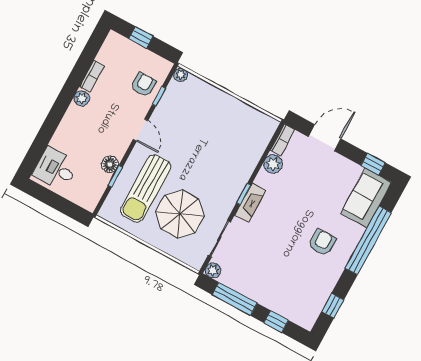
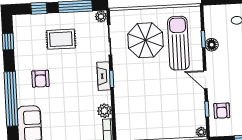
rug: (273, 272) -> (61, 39), added

